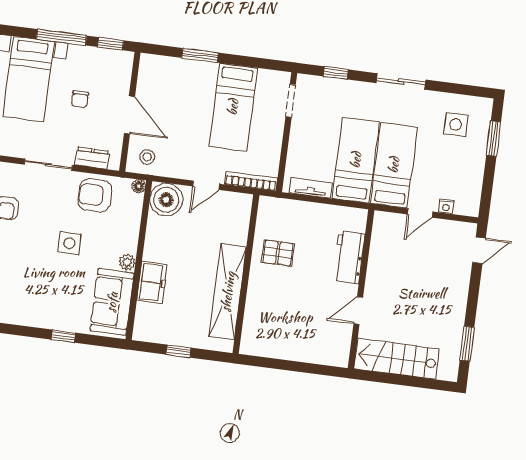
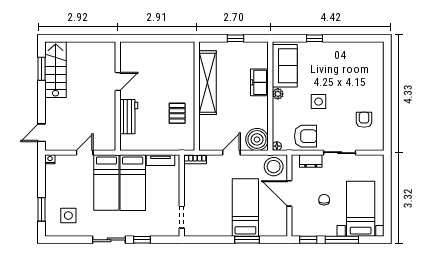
window: (336, 73) -> (142, 240), moved
bed: (233, 107) -> (245, 208), moved
stool: (147, 157) -> (274, 167), width x1.89, depth x1.89
bookcase: (251, 181) -> (195, 159), width x0.64
nightstand: (446, 207) -> (50, 159), moved
pallet: (278, 253) -> (177, 113), turned 90
stairs: (396, 359) -> (56, 70), moved, turned -90

